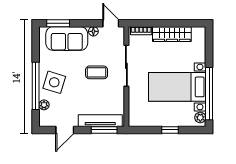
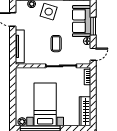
window: (58, 23) -> (93, 26), moved
wardrobe: (172, 34) -> (85, 111), moved
window: (104, 130) -> (13, 49), removed
window: (170, 130) -> (13, 99), removed

